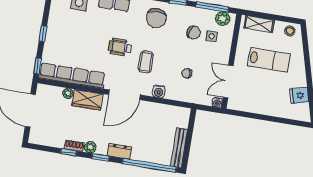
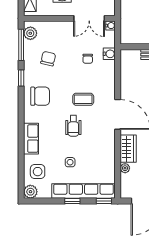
side table: (212, 36) -> (70, 162), moved
row of seats: (72, 76) -> (83, 191), moved, turned 90
water cooler: (159, 91) -> (109, 54), moved

